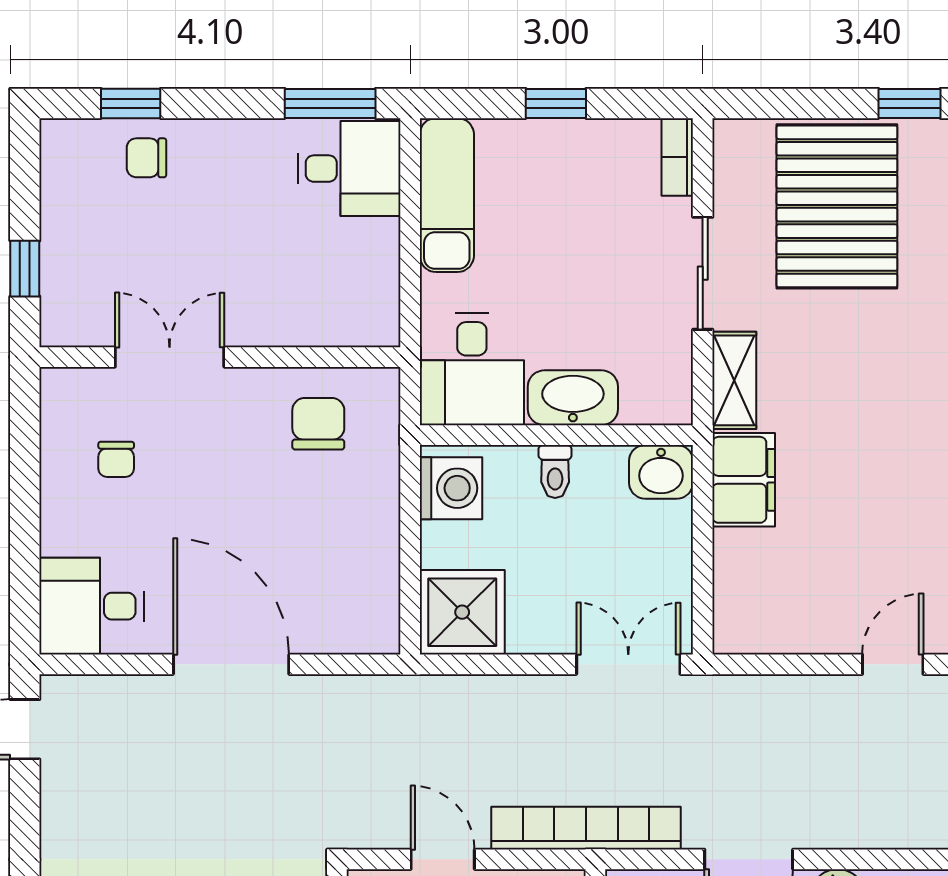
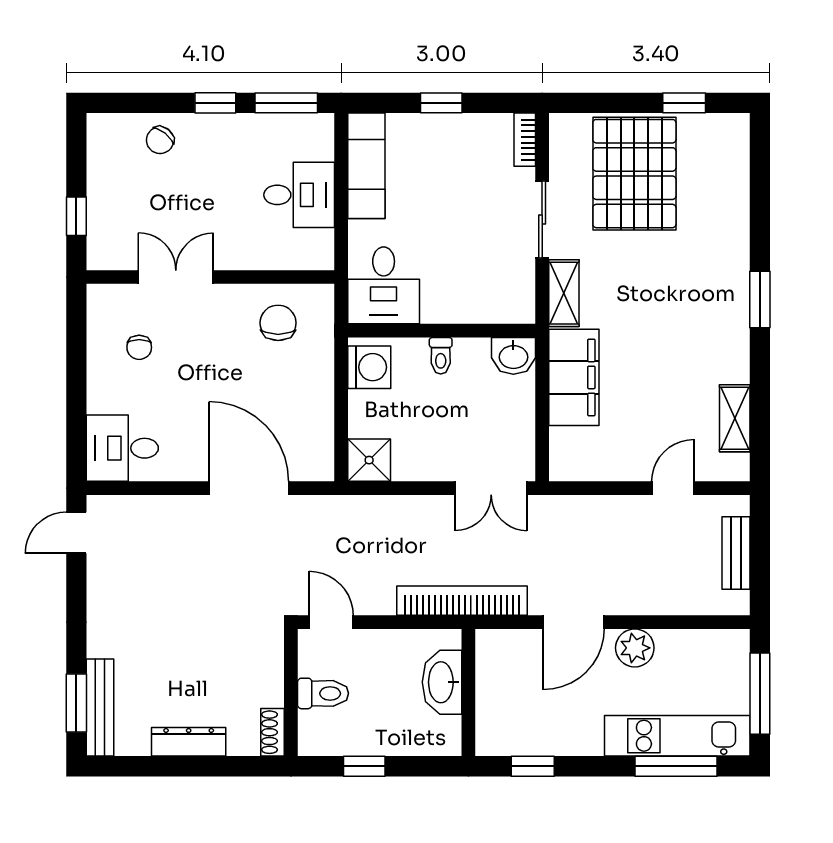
window: (131, 103) -> (215, 103), moved
chair: (146, 158) -> (160, 140), turned -51
desk: (349, 169) -> (299, 195), moved
washbasin: (573, 398) -> (453, 305), removed
filing cabinet: (744, 480) -> (574, 377), width x1.50, depth x1.17
shower: (462, 612) -> (369, 460), width x0.73, depth x0.73
door: (231, 664) -> (249, 488), moved
double door: (628, 664) -> (491, 488), swing flipped
door: (443, 859) -> (331, 622), moved

